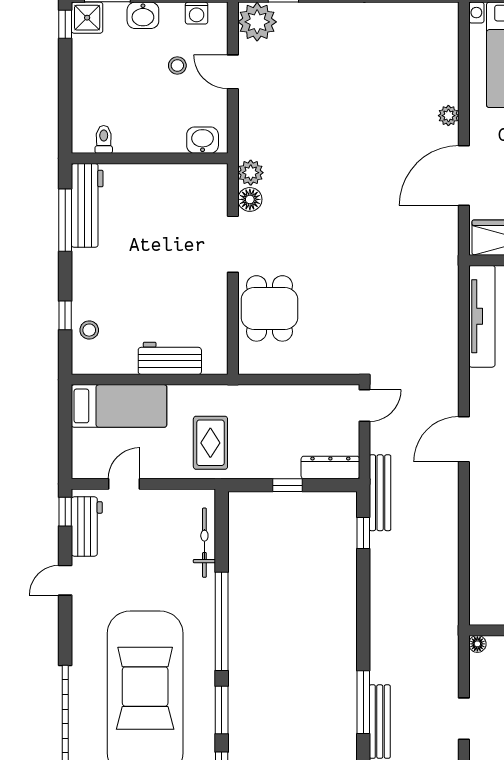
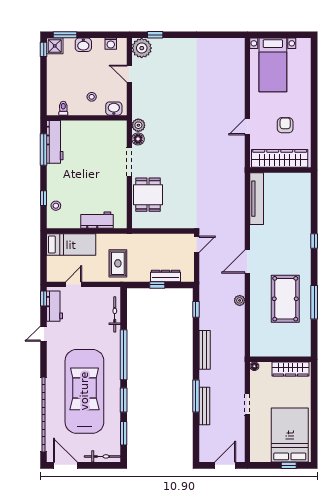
stool: (177, 66) -> (92, 97), moved
plant: (448, 116) -> (240, 300), moved
door: (464, 176) -> (247, 127), width x0.53
dresser: (330, 467) -> (166, 276), moved
bench: (380, 493) -> (205, 350), moved

